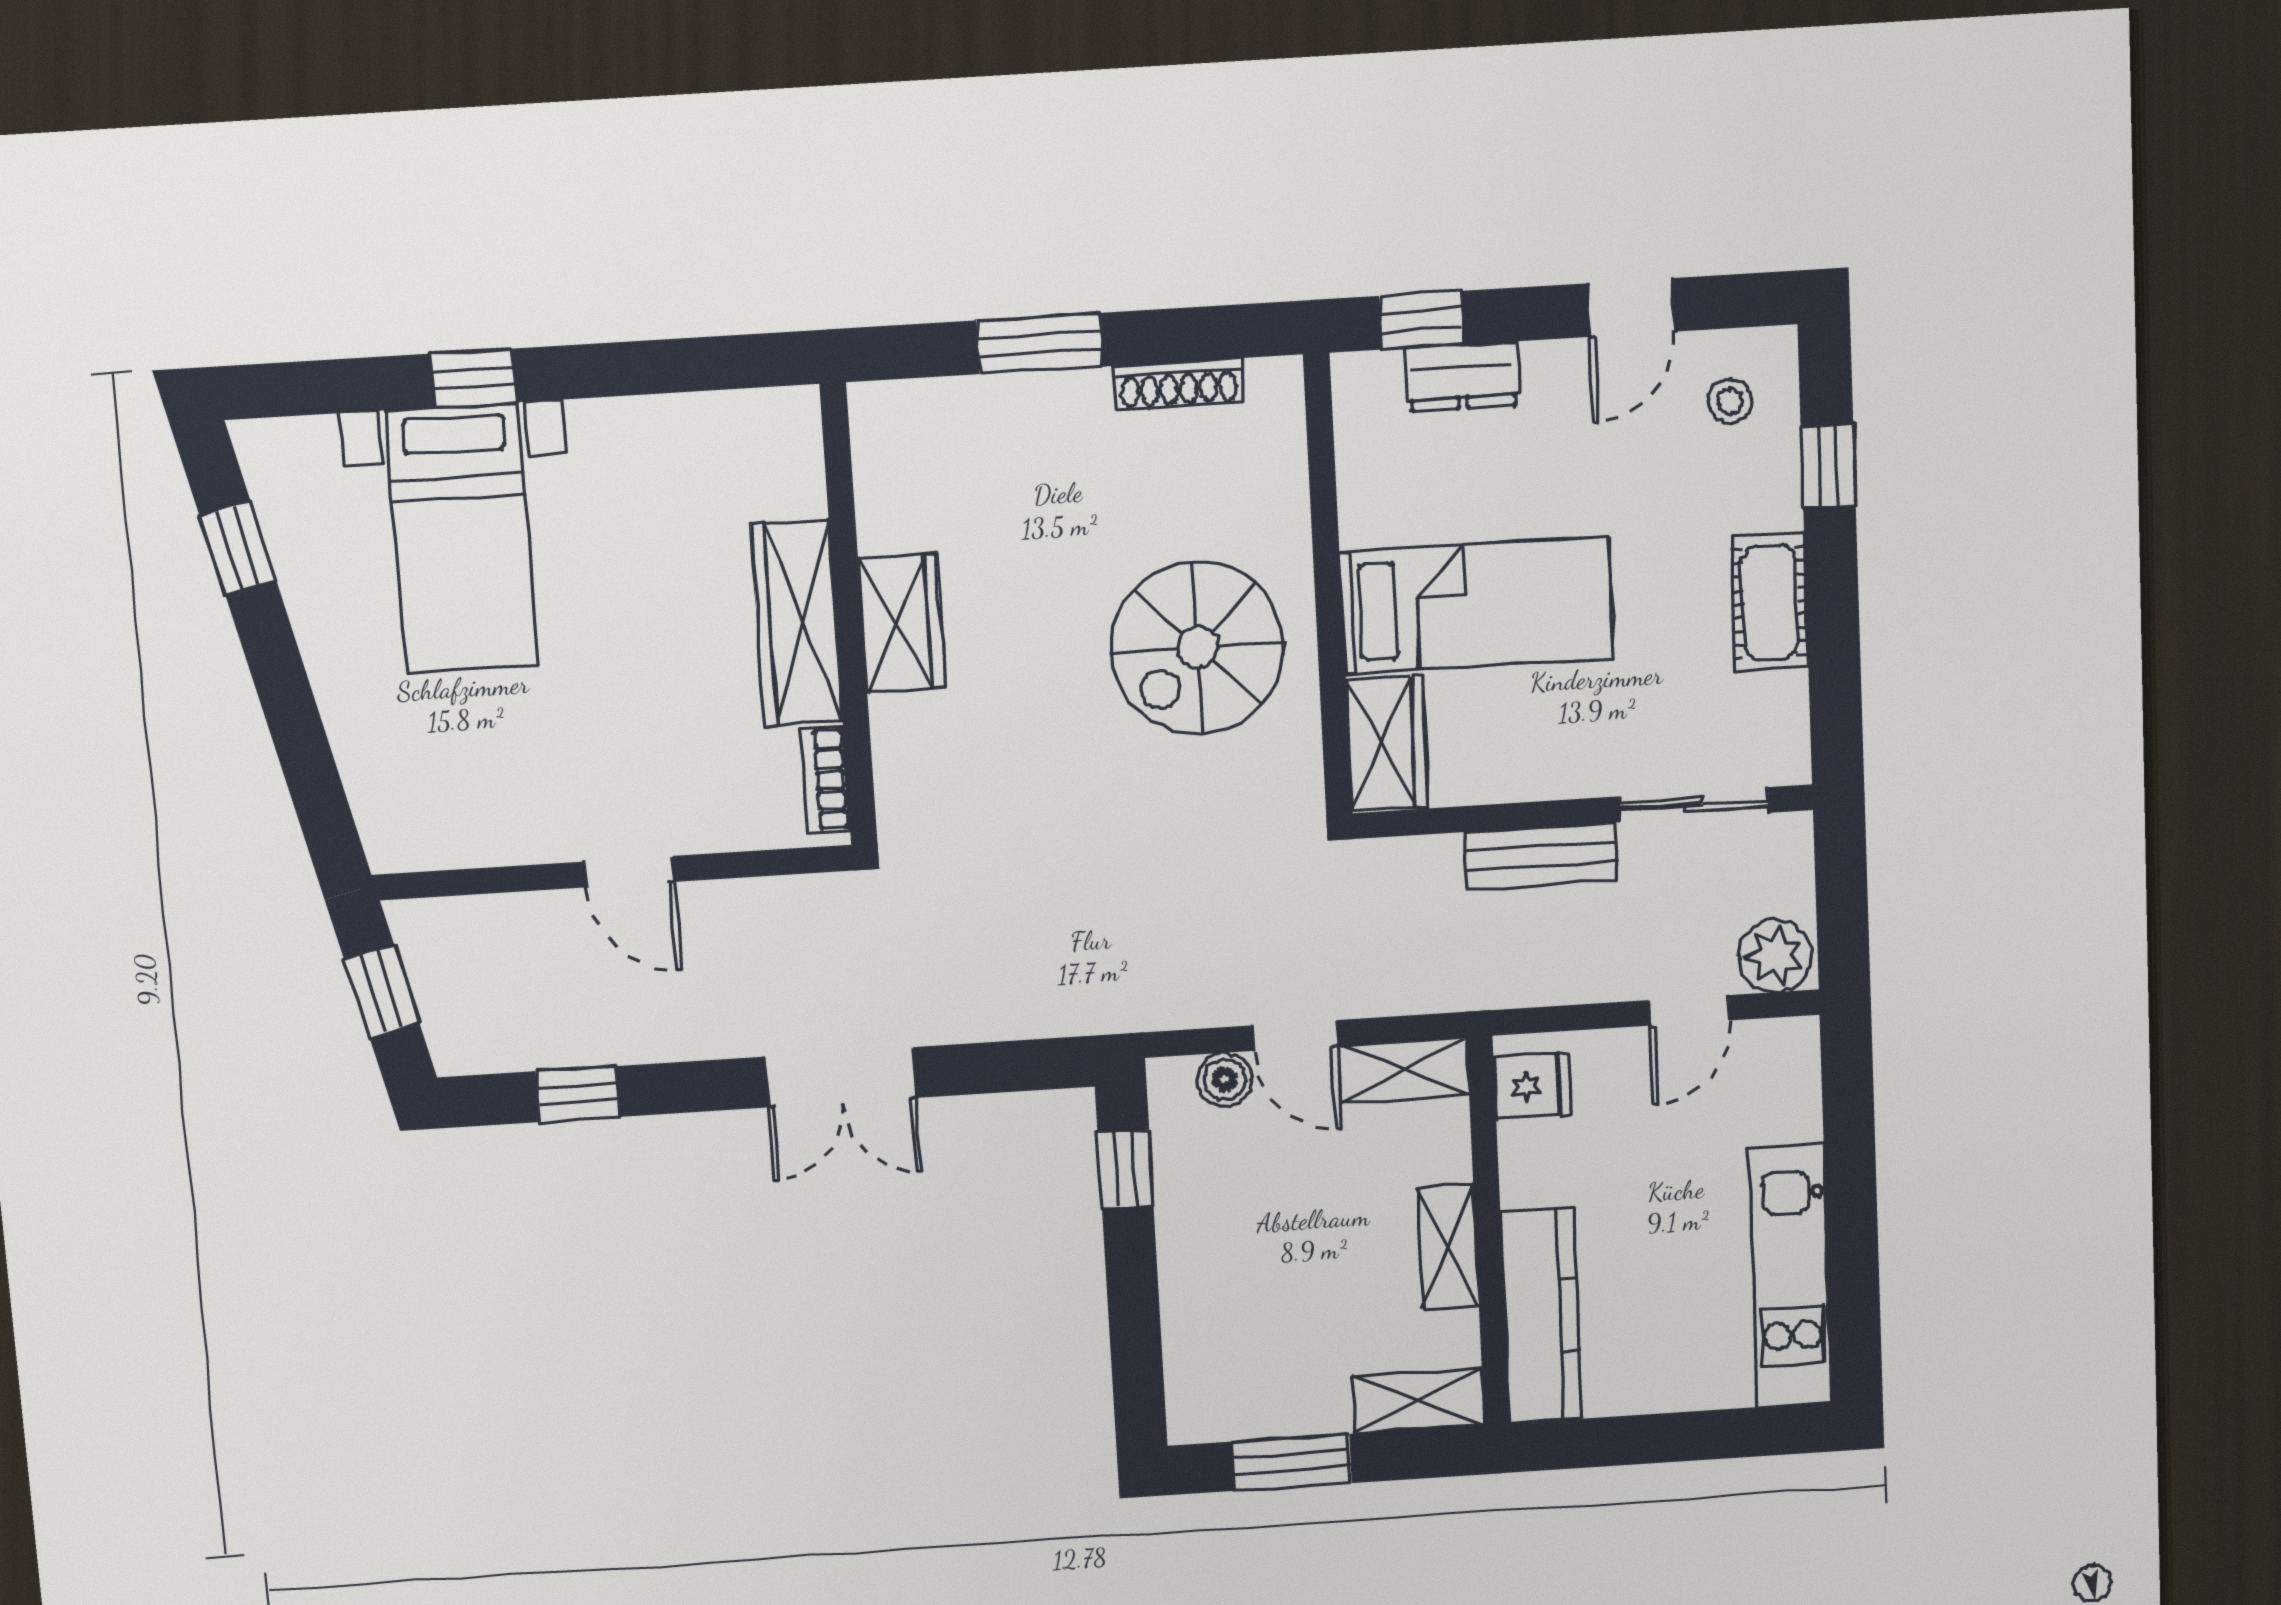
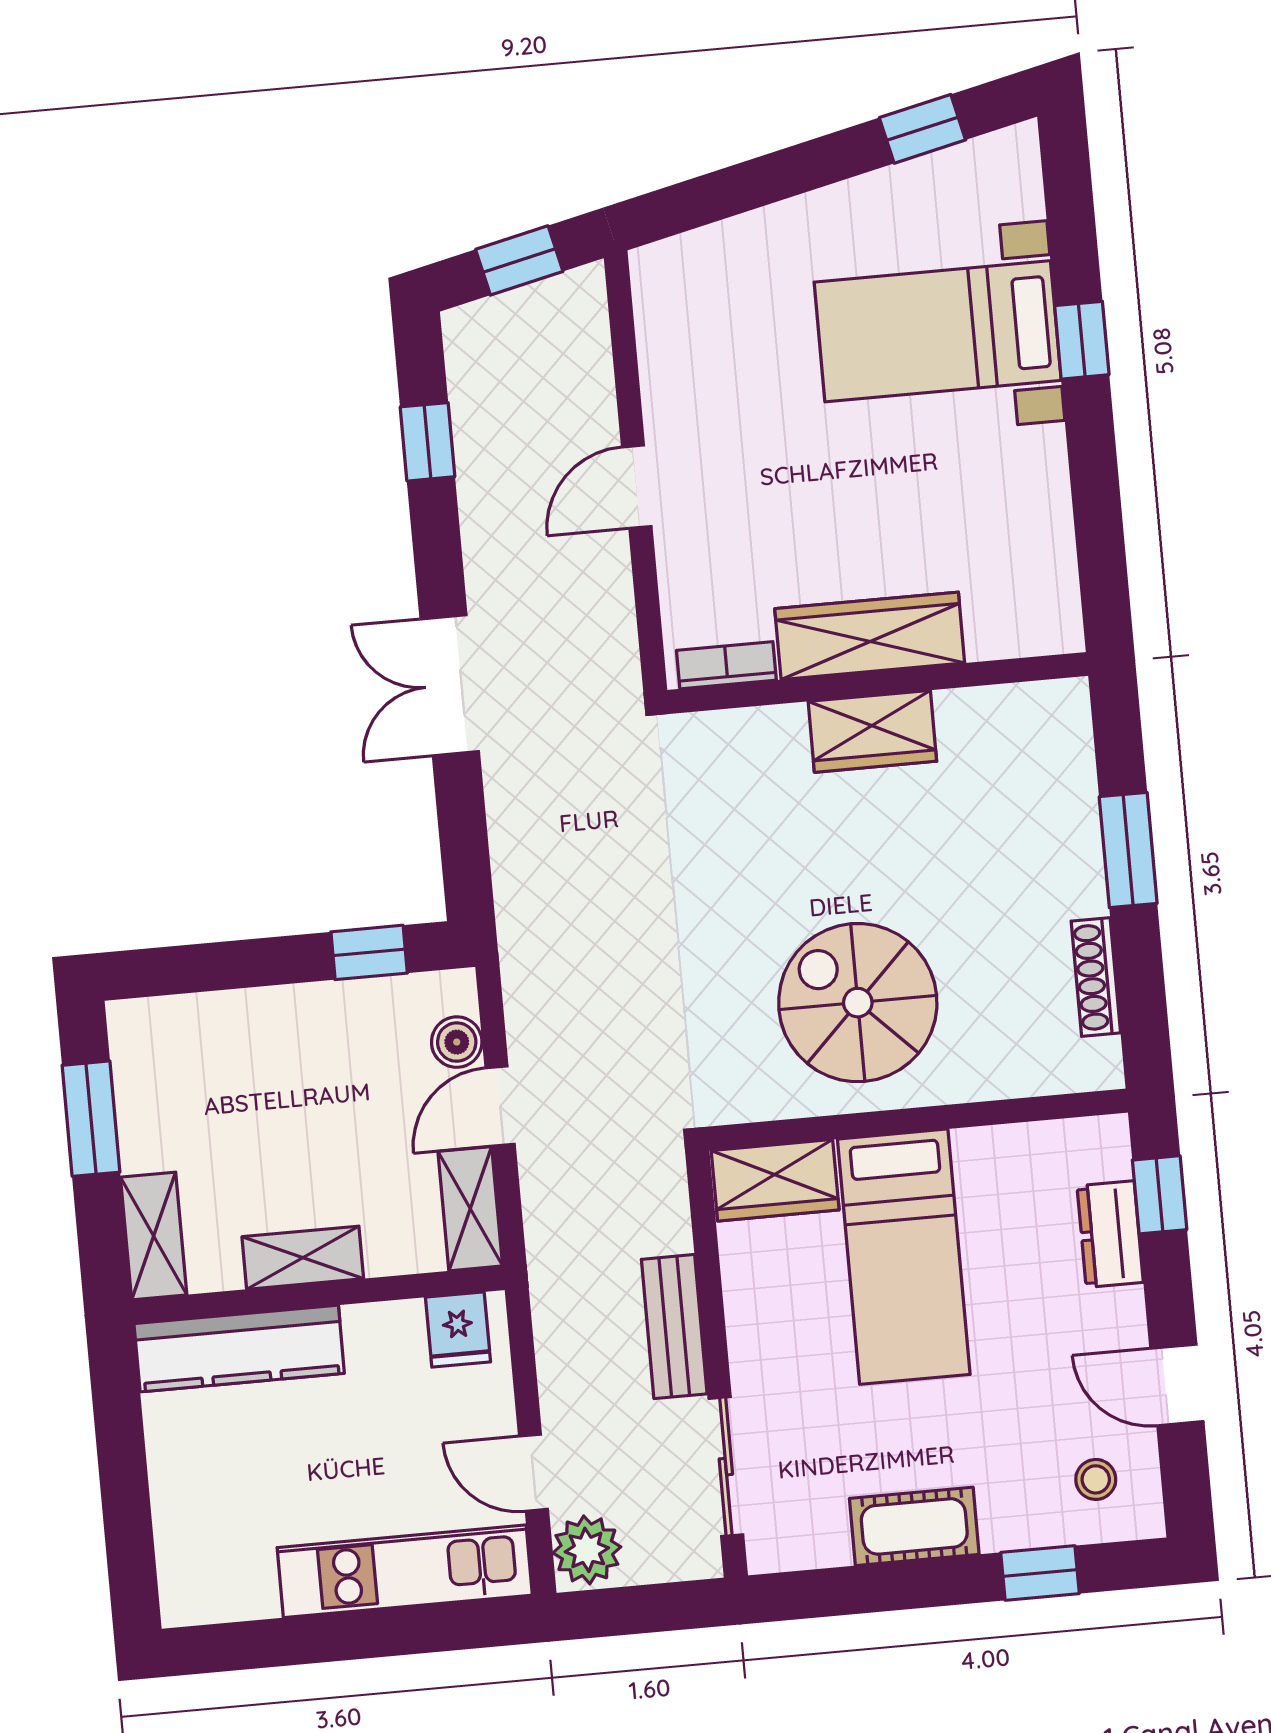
kitchen unit: (1791, 1276) -> (405, 1571), moved

